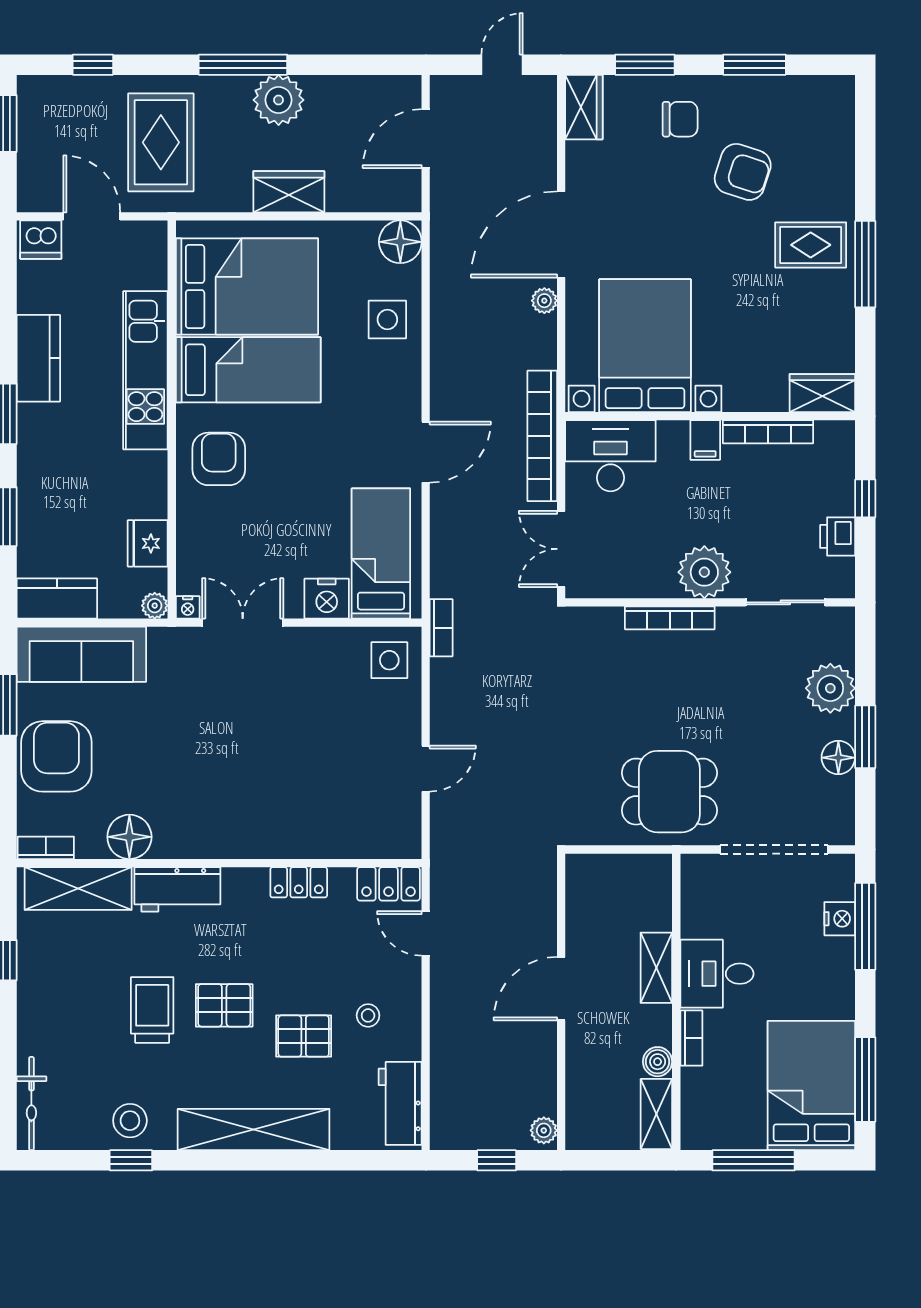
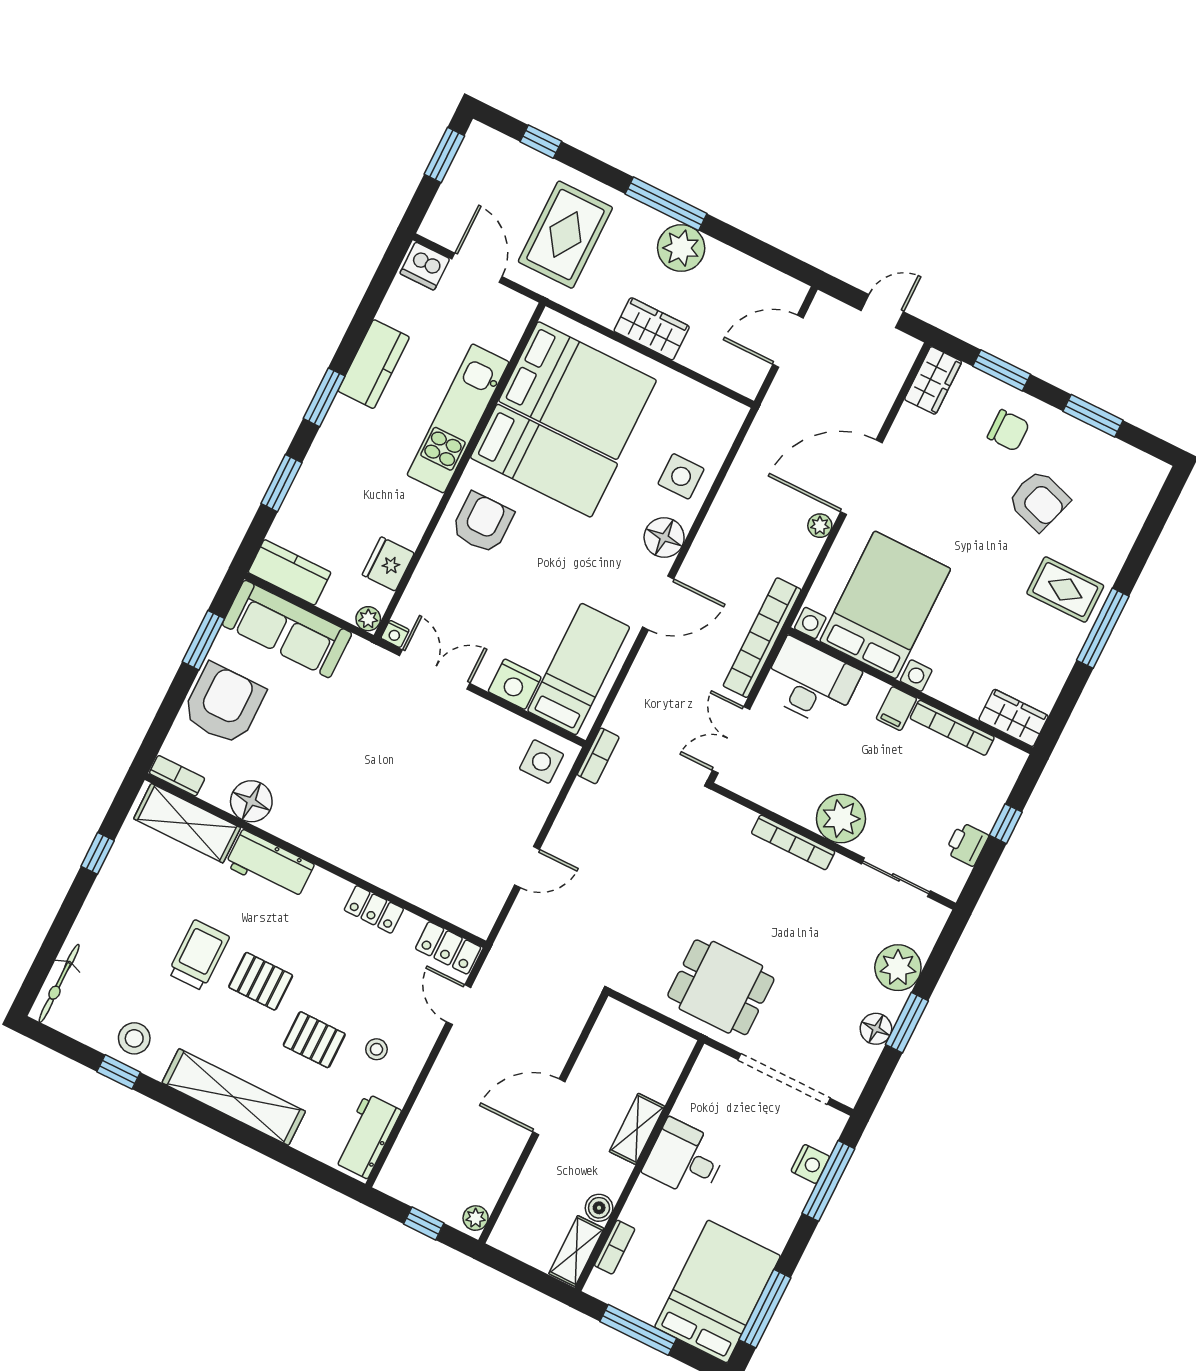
floor lamp: (400, 242) -> (664, 538), moved
bookcase: (691, 1038) -> (615, 1247), moved

